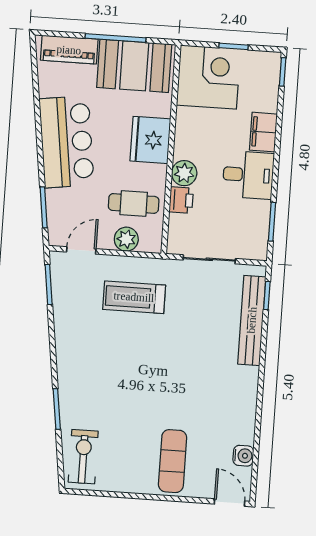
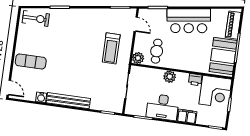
fridge: (150, 140) -> (187, 61), removed
desk: (248, 175) -> (163, 107), width x1.37
printer: (181, 200) -> (195, 80), moved
plant: (126, 239) -> (138, 58), moved
treadmill: (134, 297) -> (111, 48), turned 180
bench: (252, 320) -> (68, 101), moved
water cooler: (243, 456) -> (41, 97), moved
door: (230, 503) -> (9, 88), hinge flipped

